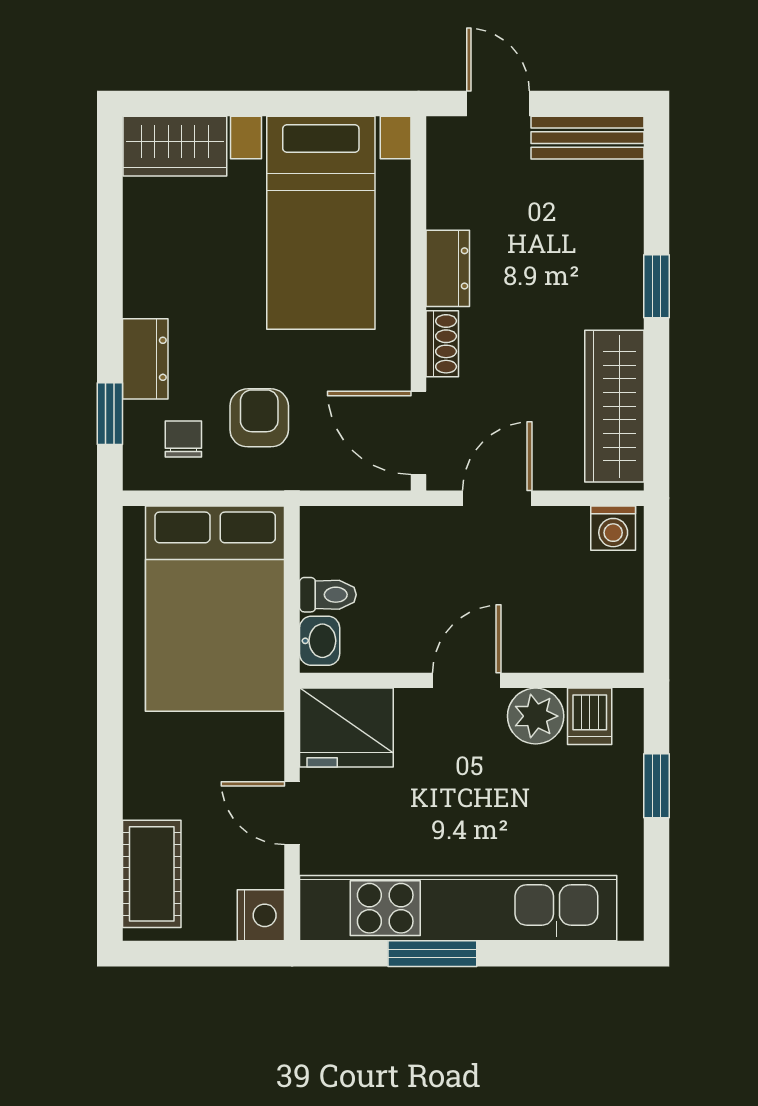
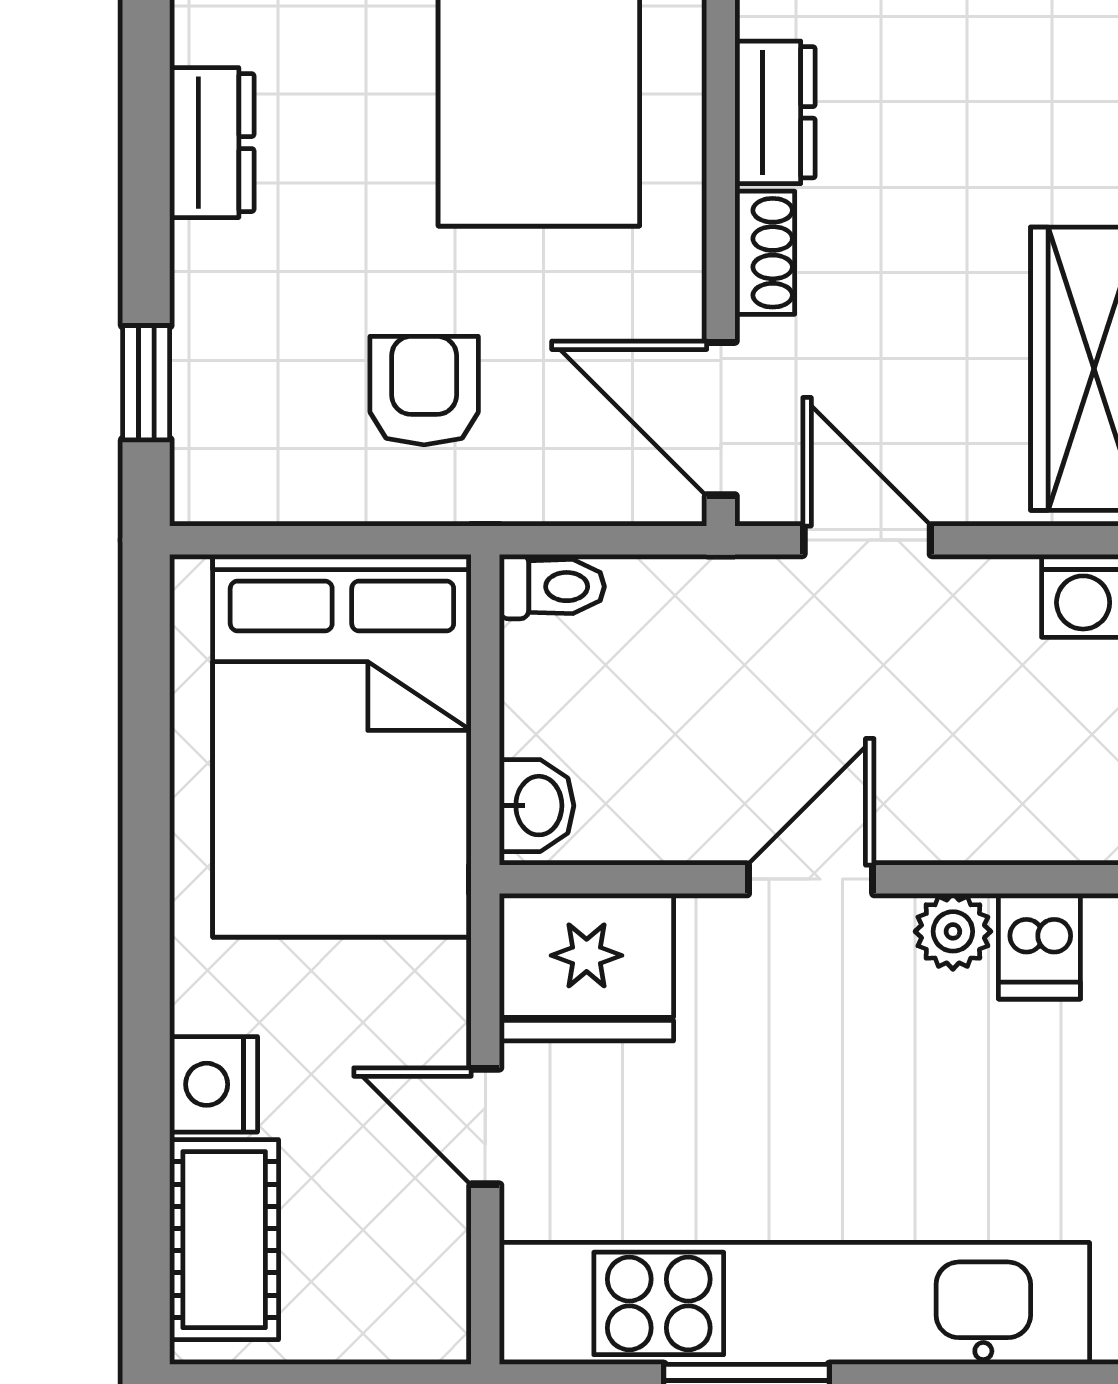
dresser: (145, 359) -> (212, 143), moved
chair: (183, 439) -> (283, 430), removed
door: (497, 498) -> (867, 540), hinge flipped
toilet: (328, 595) -> (552, 587), moved
plant: (536, 716) -> (953, 931), width x0.73, depth x0.73
nightstand: (261, 915) -> (214, 1084), moved, turned 180

